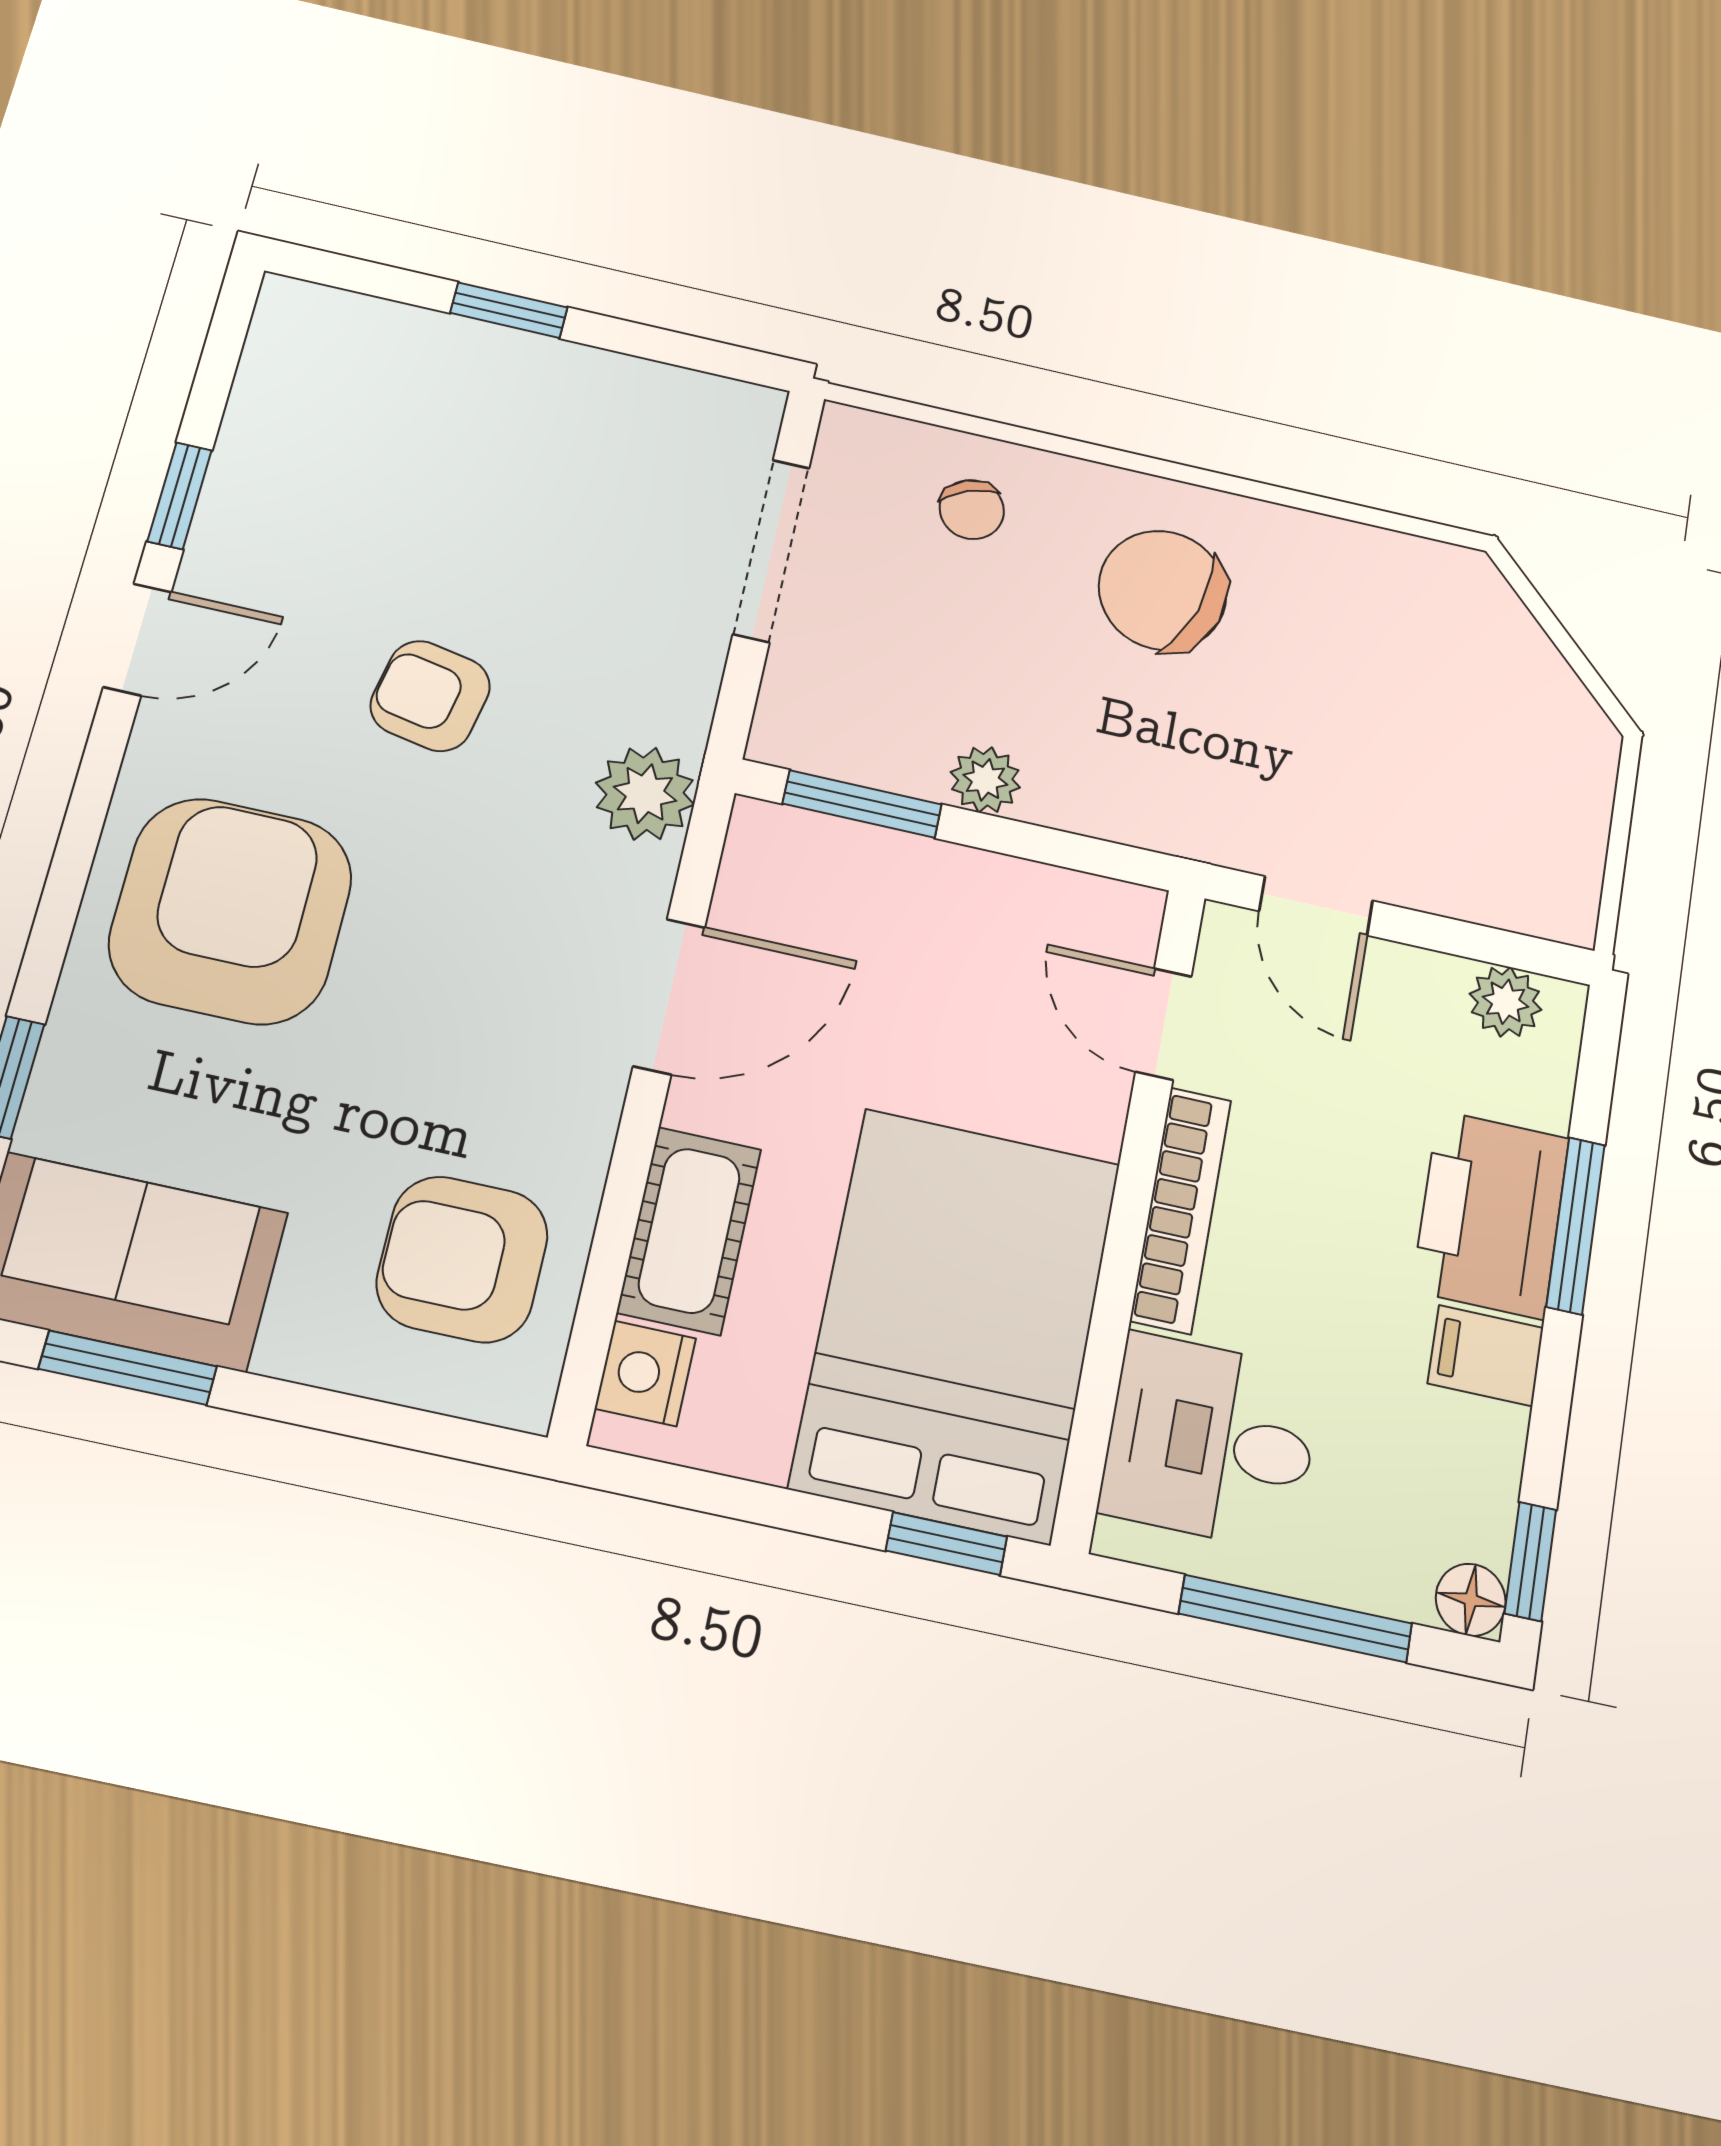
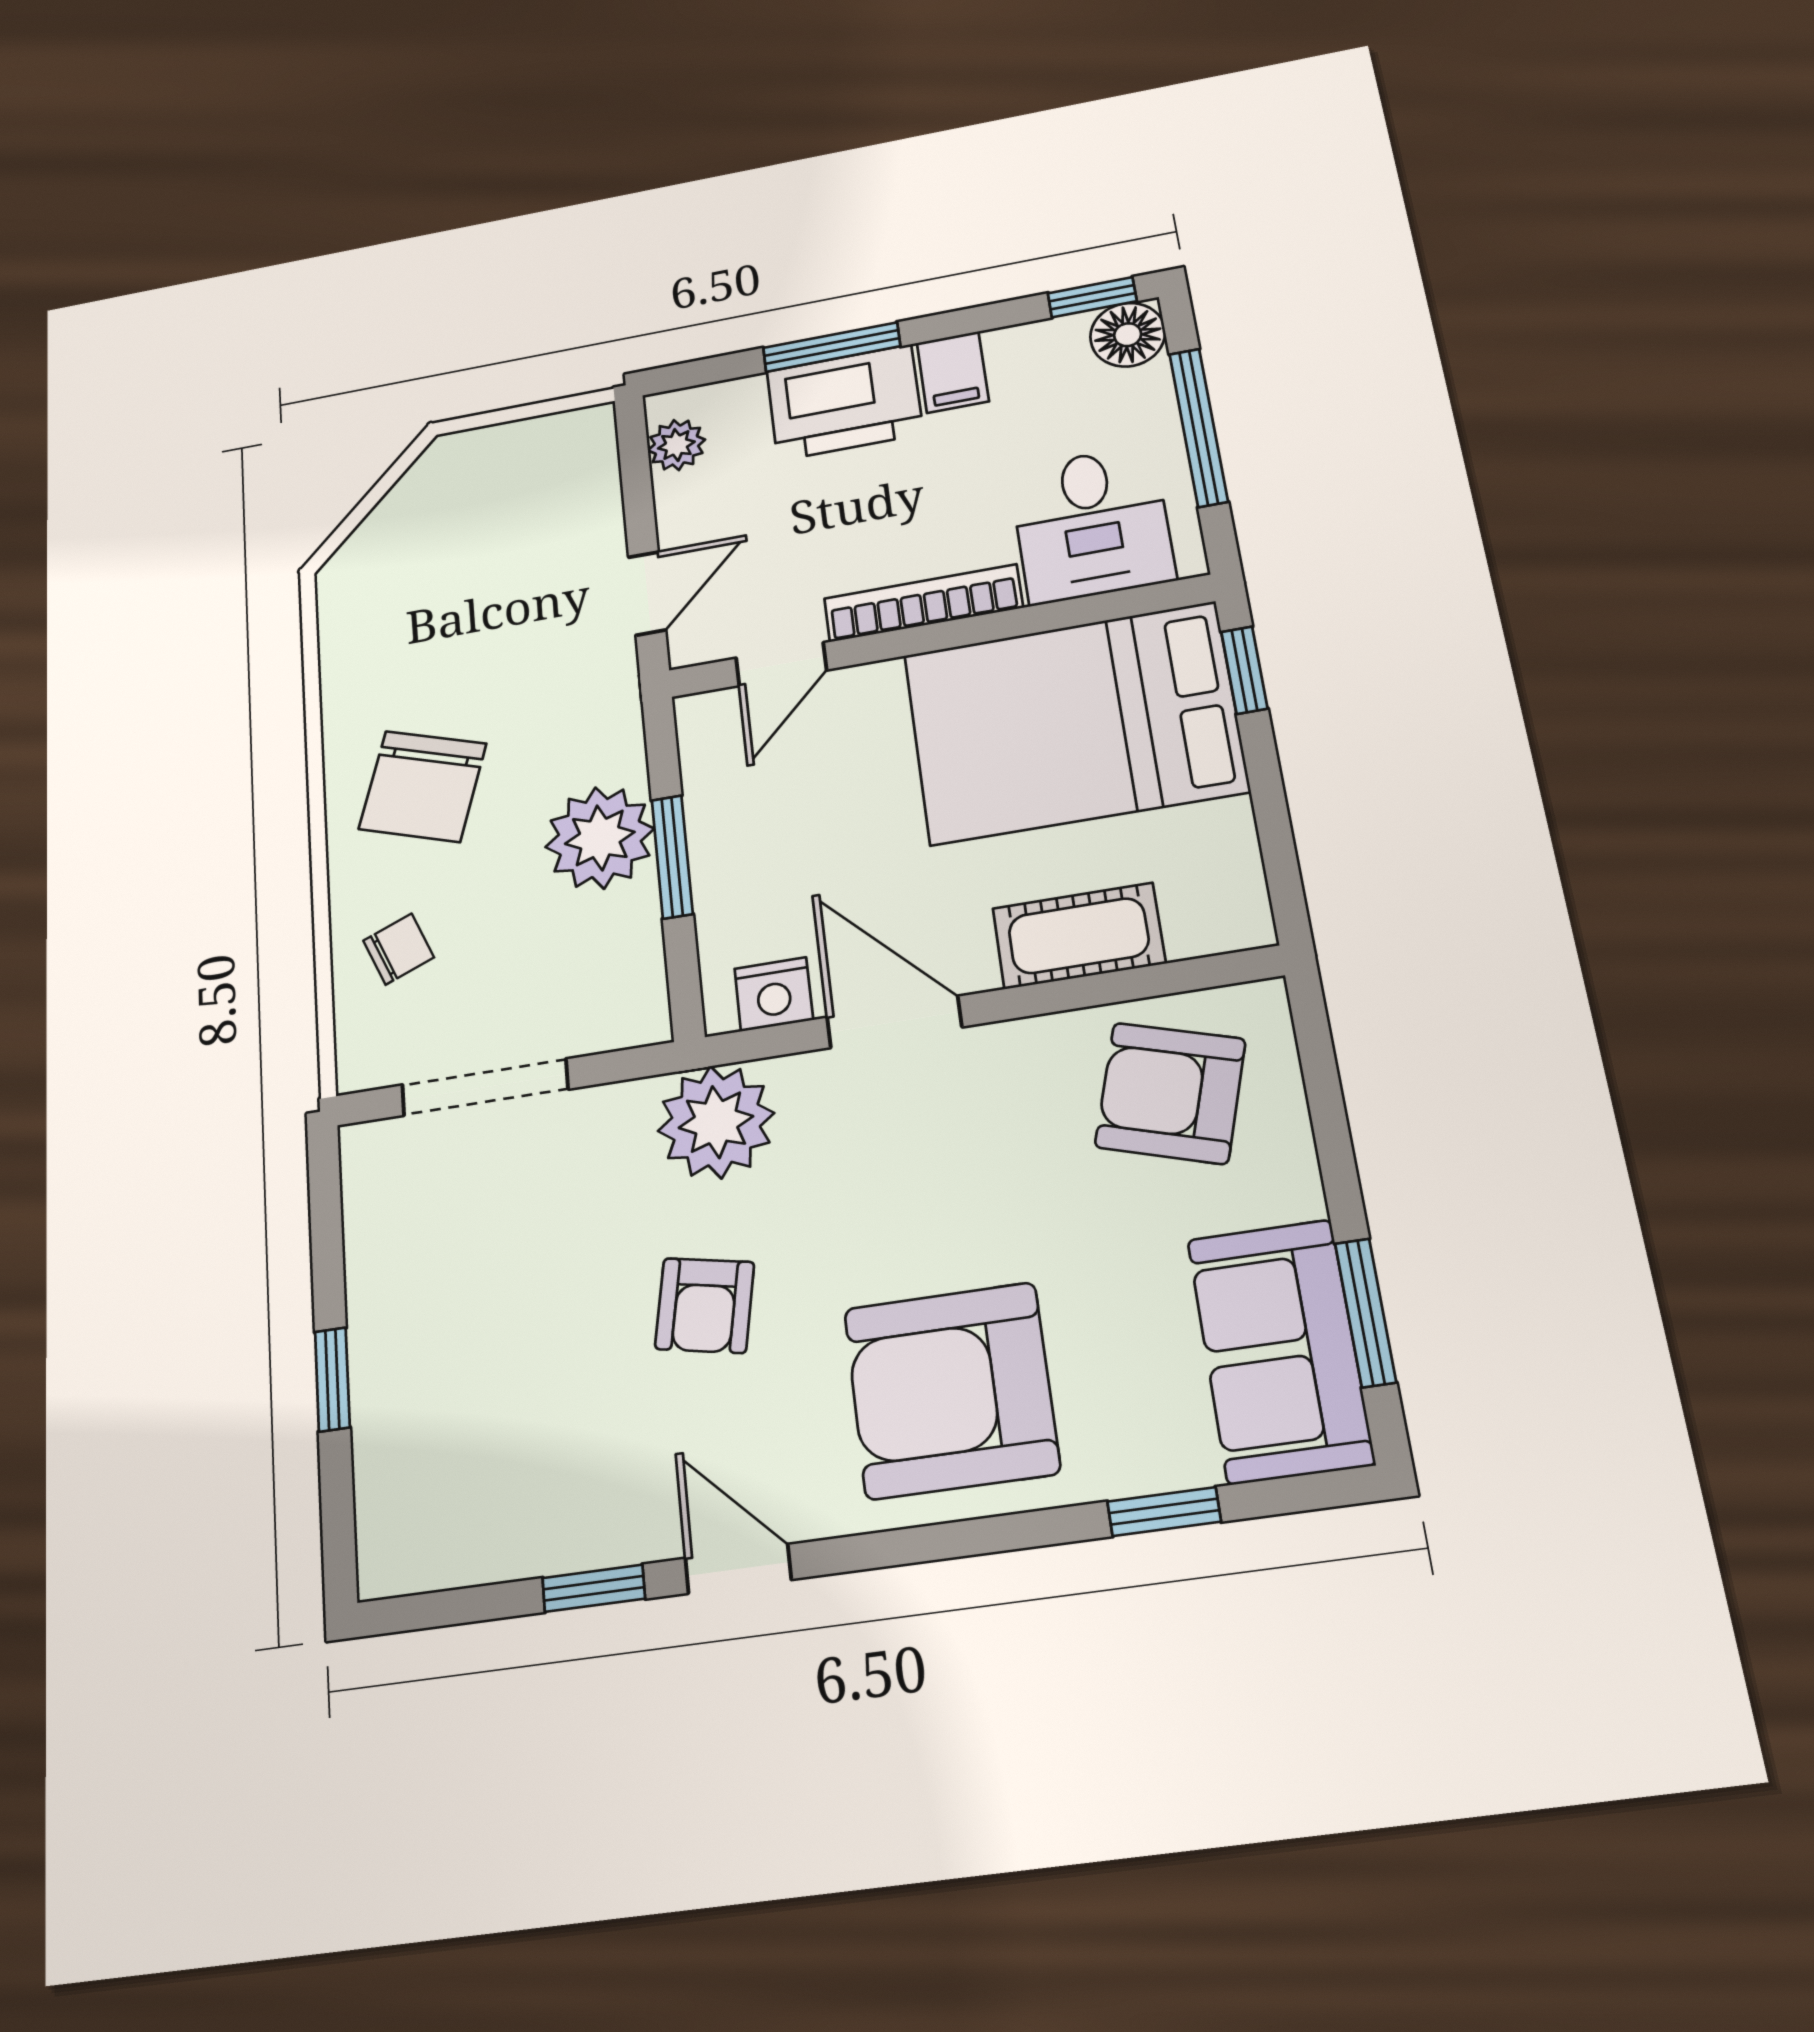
plant: (985, 780) -> (600, 838), width x1.87, depth x1.87
plant: (645, 794) -> (716, 1122), width x1.36, depth x1.36
window: (862, 804) -> (672, 857), moved
armchair: (462, 1259) -> (1170, 1093), turned 107
nightstand: (645, 1373) -> (774, 994), moved
floor lamp: (1471, 1600) -> (1128, 335), width x1.37, depth x1.37

